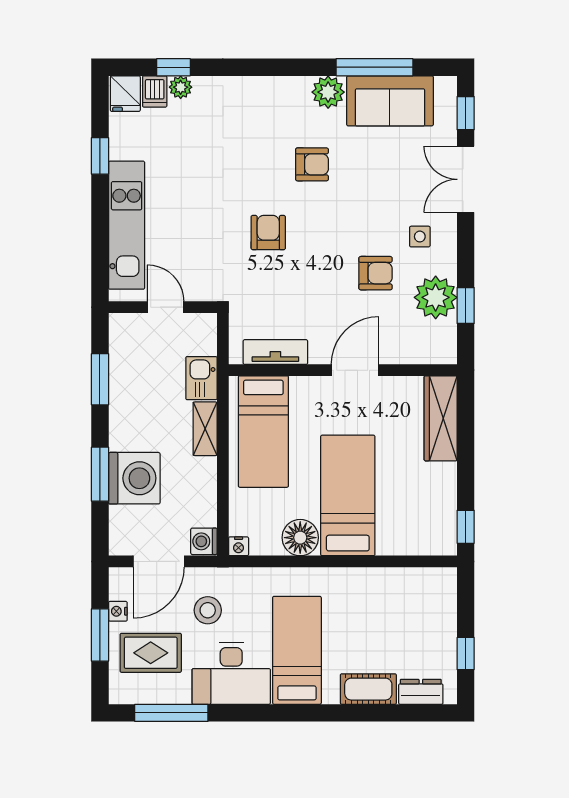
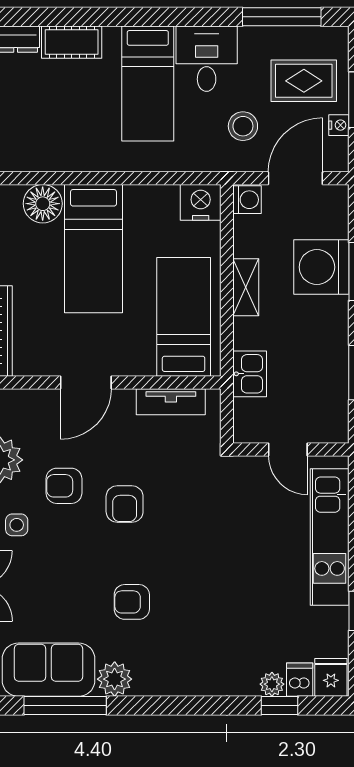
armchair: (268, 233) -> (125, 504), moved
shelving: (205, 429) -> (246, 287), moved
floor lamp: (300, 538) -> (43, 204), moved
nightstand: (239, 546) -> (201, 202), width x1.89, depth x1.79
desk: (231, 674) -> (207, 59), width x0.73

